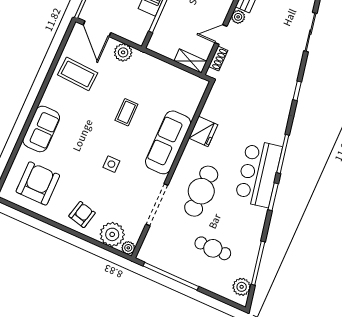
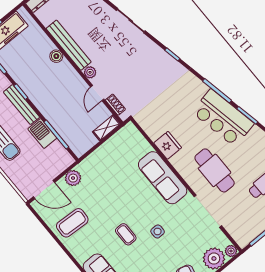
coffee table: (126, 112) -> (126, 234), moved

